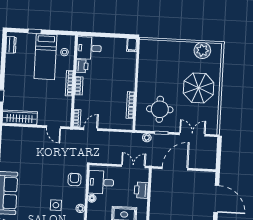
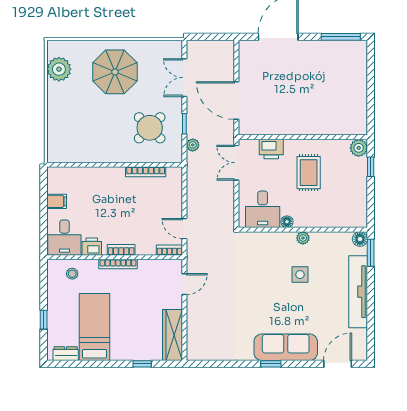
filing cabinet: (132, 45) -> (57, 201), moved
bed: (45, 57) -> (95, 327), moved, turned -90
round table: (160, 109) -> (150, 128), turned 45
armchair: (74, 179) -> (260, 249), removed

